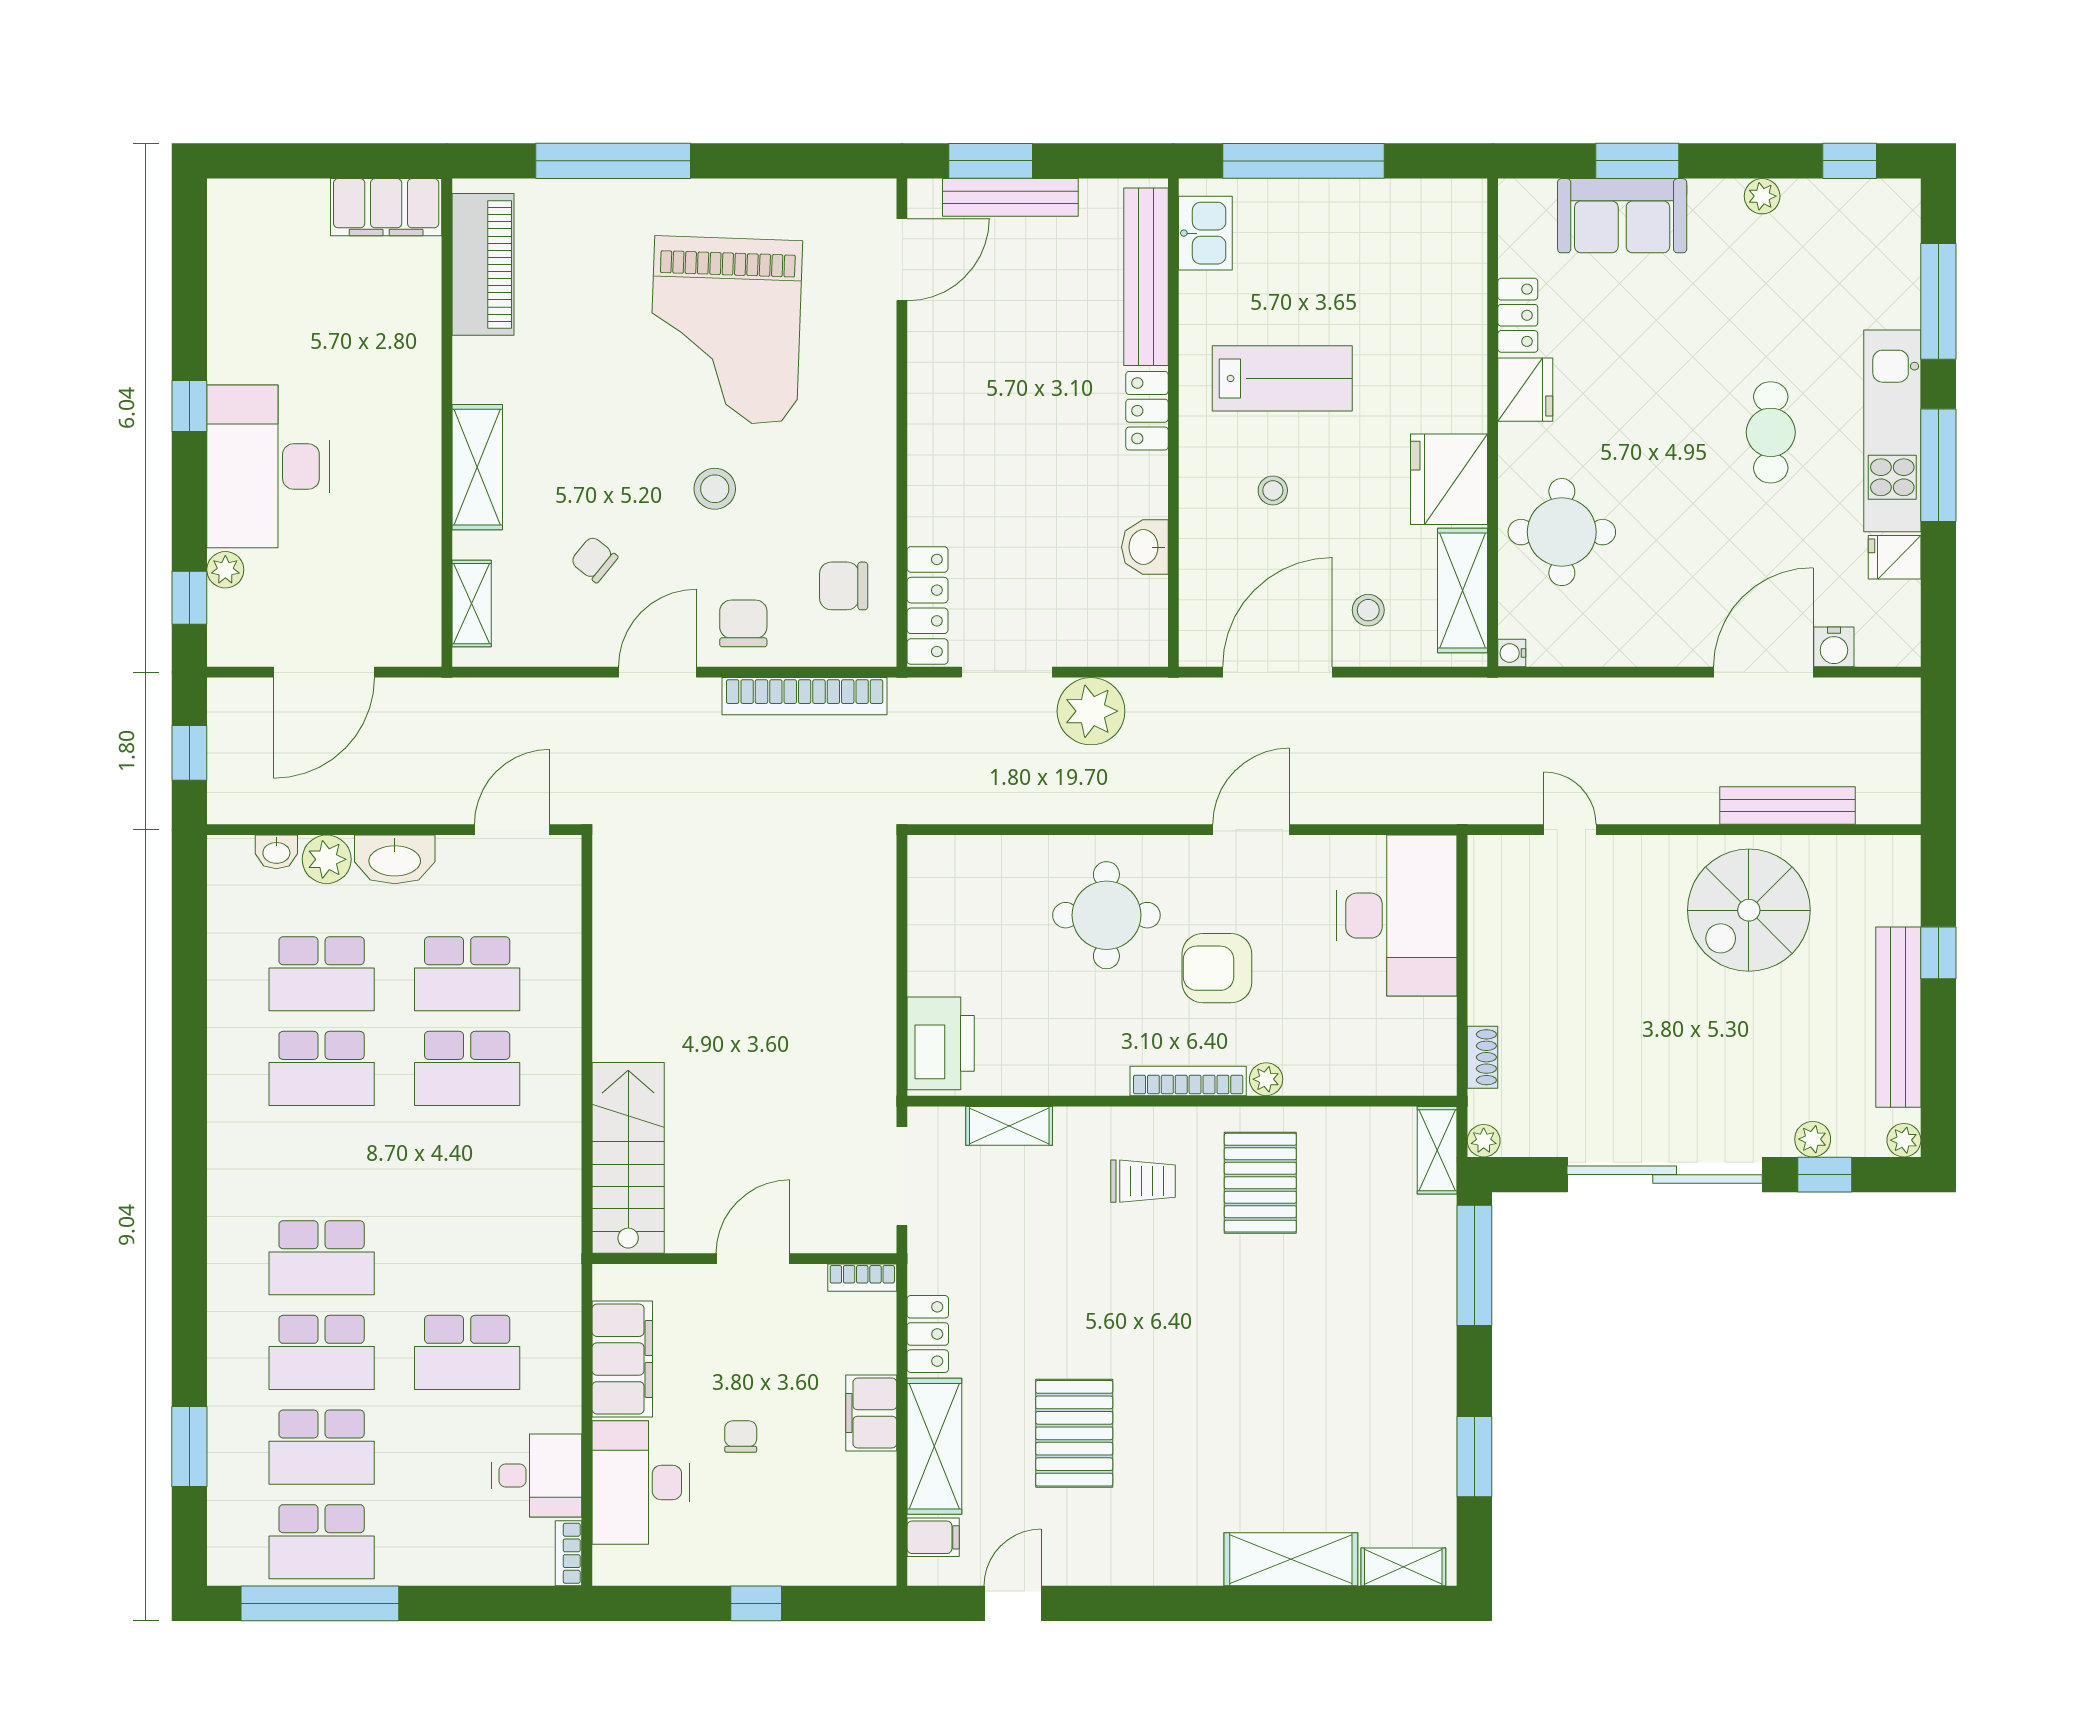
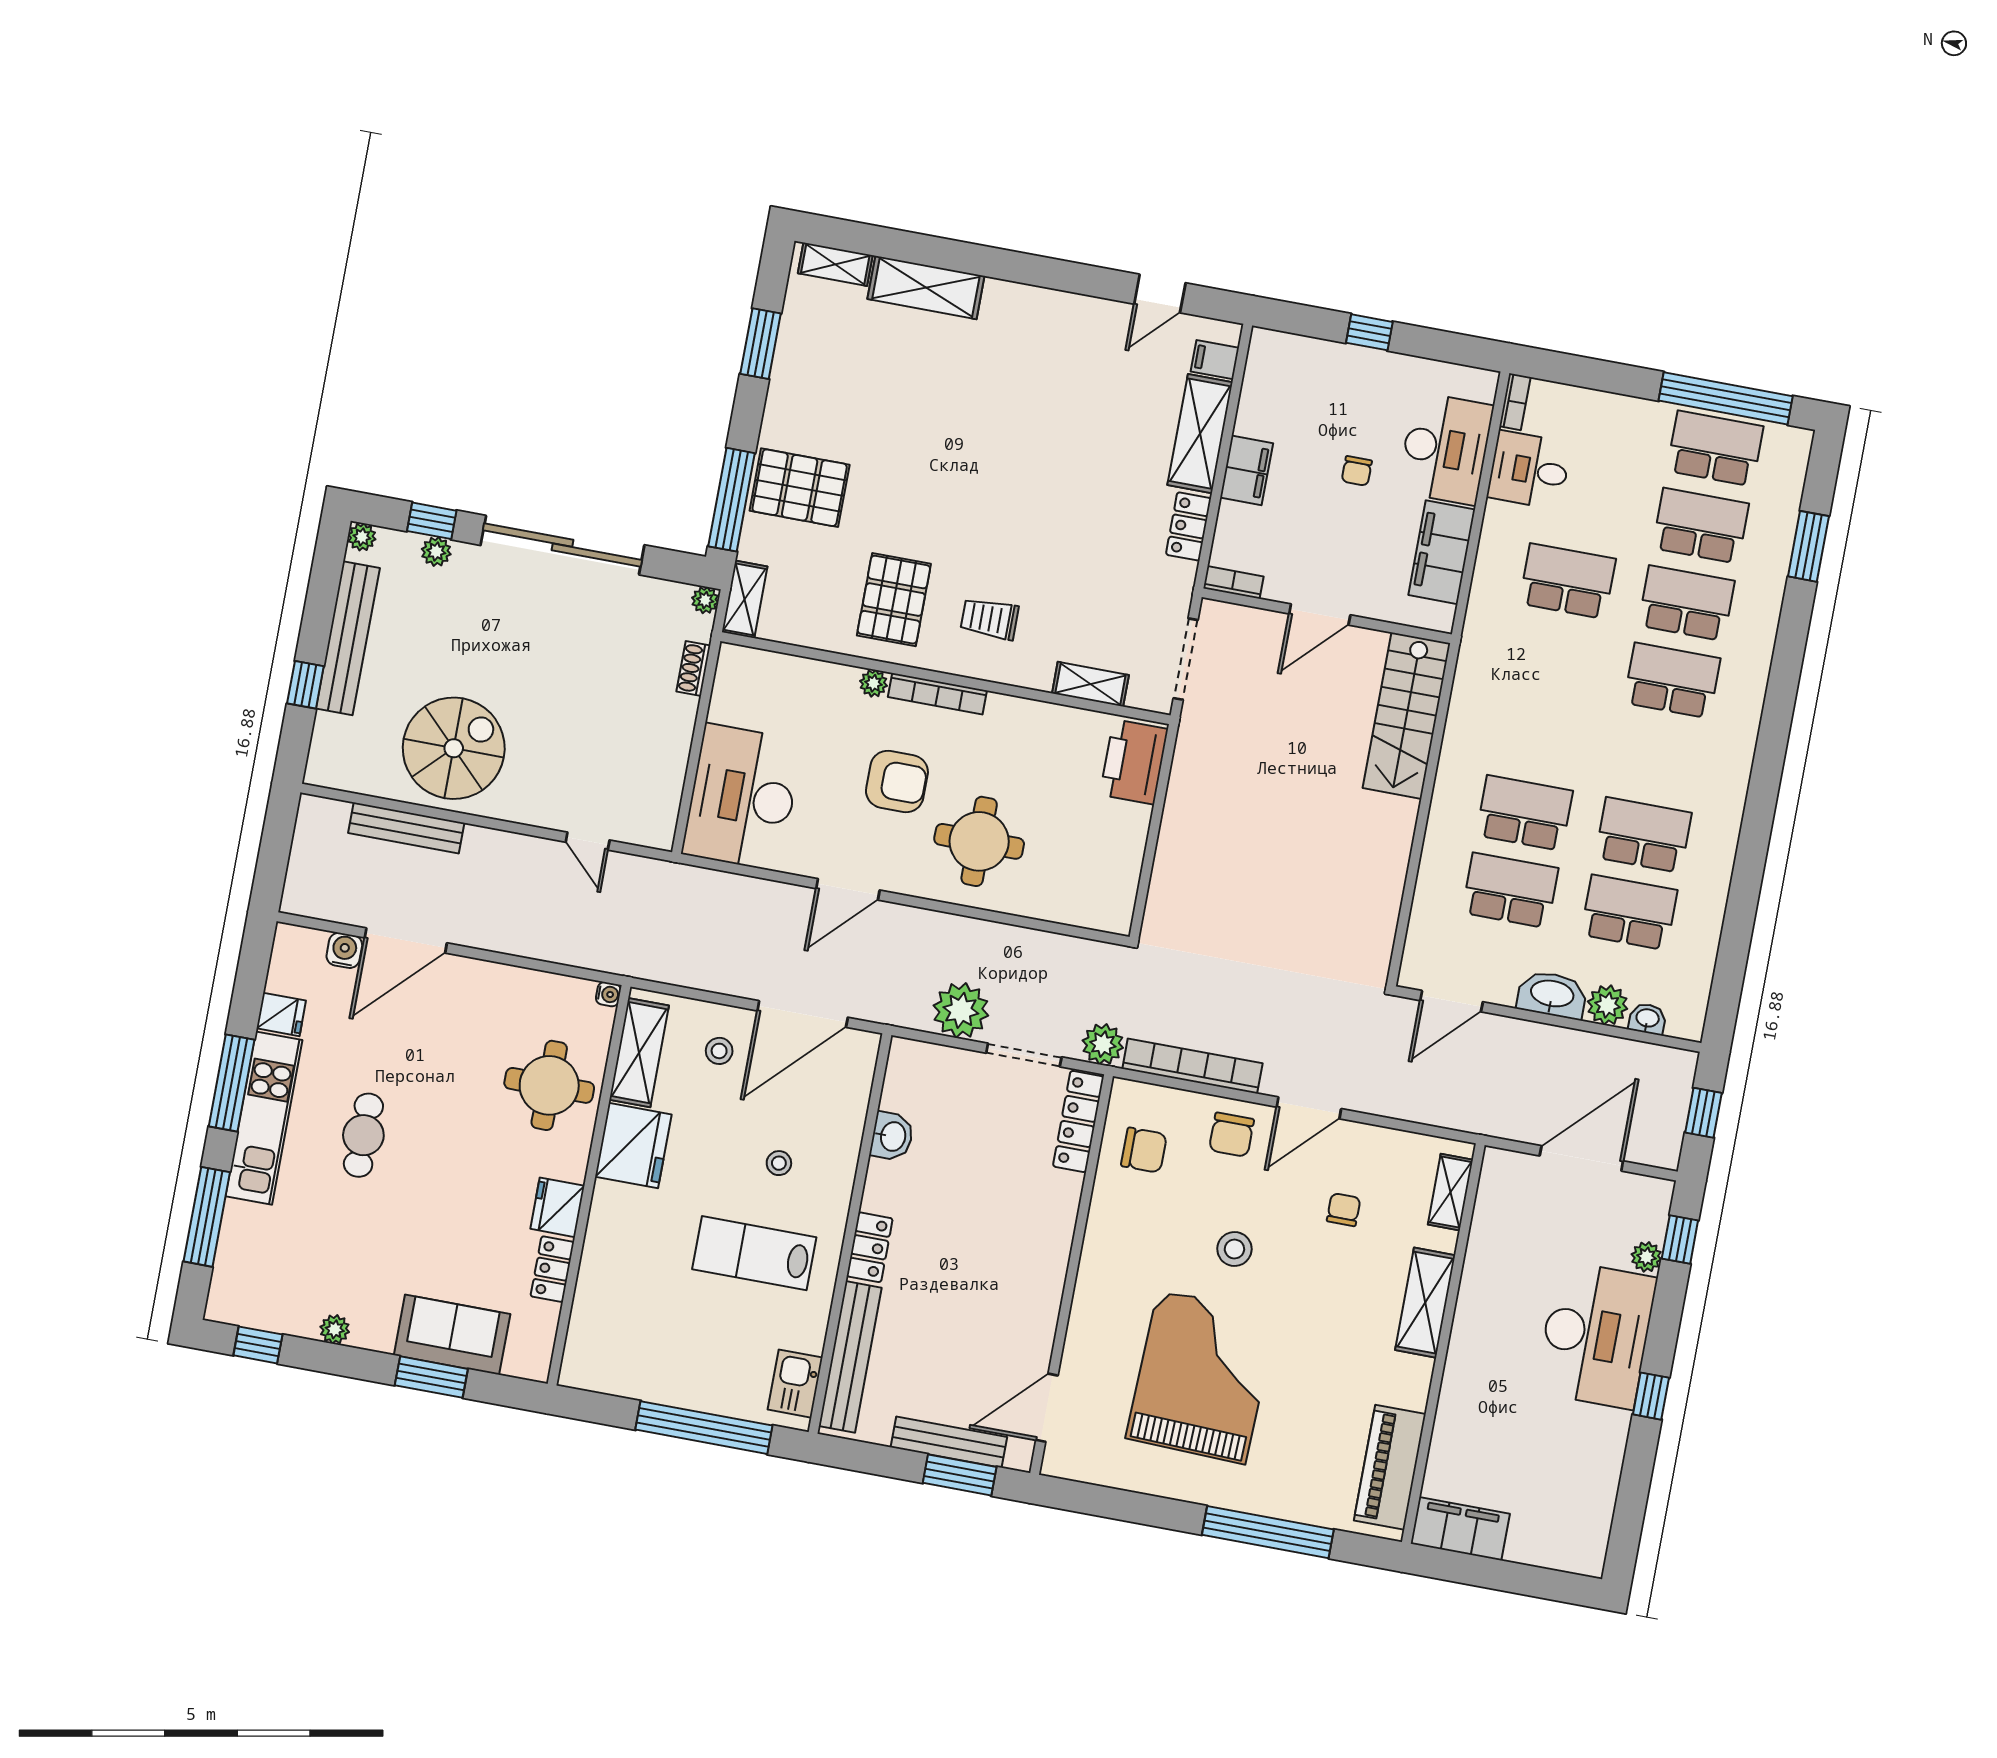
chair: (594, 559) -> (1344, 1210), turned -129
plant: (915, 702) -> (1103, 1044), added
pallet: (1074, 1433) -> (800, 488), moved, turned 90

